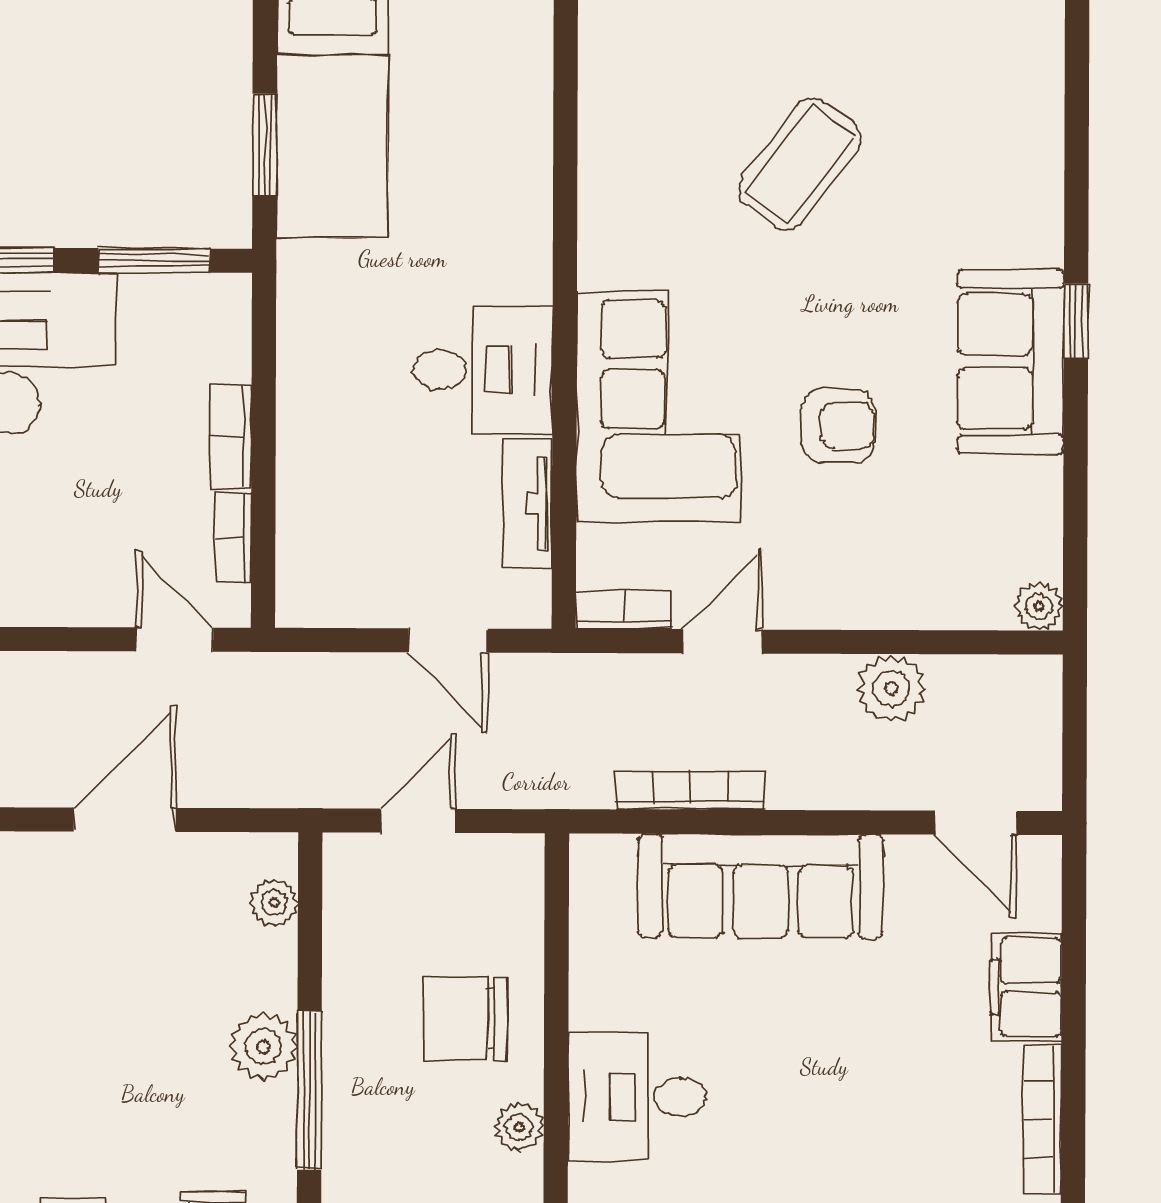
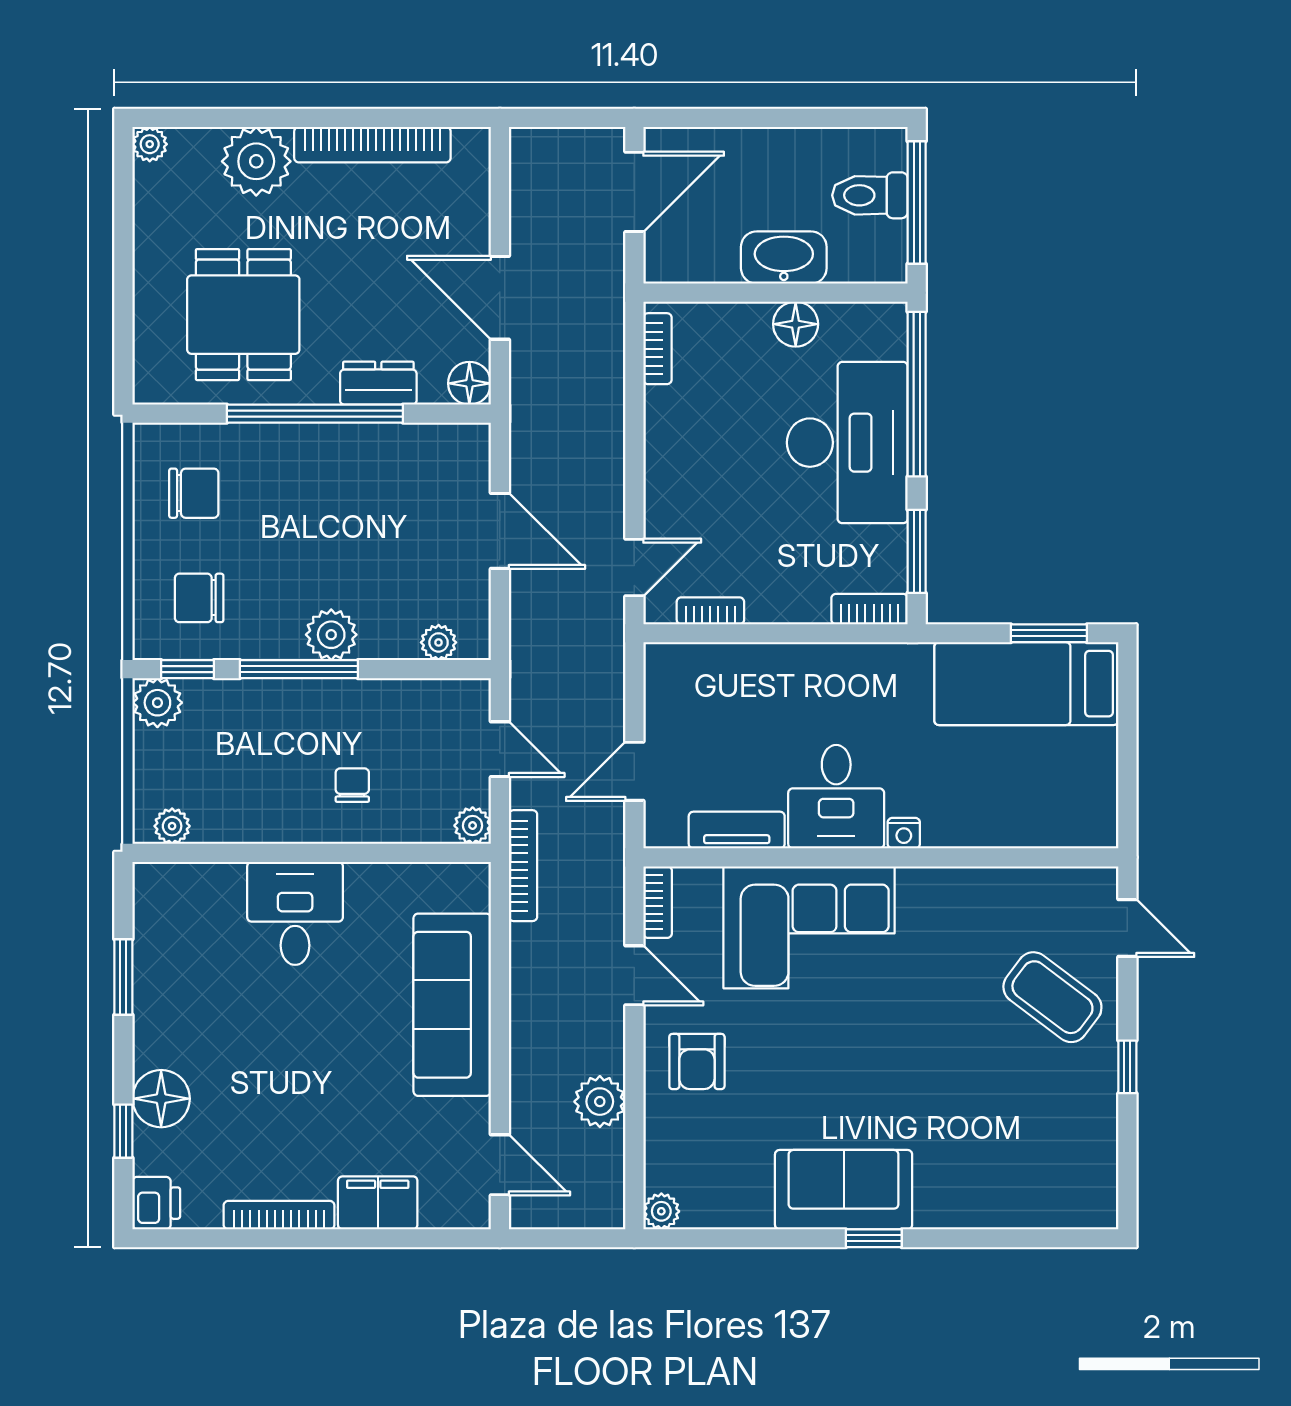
window: (265, 145) -> (1049, 633), moved
coffee table: (800, 164) -> (1052, 997), moved
nightstand: (532, 279) -> (904, 833), added
armchair: (838, 426) -> (697, 1061), moved
bookcase: (231, 436) -> (870, 609), moved
bookcase: (691, 791) -> (523, 866), moved
door: (976, 823) -> (500, 1165), swing flipped
chair: (465, 1019) -> (352, 785), width x0.54, depth x0.54
plant: (519, 1127) -> (473, 826), moved

